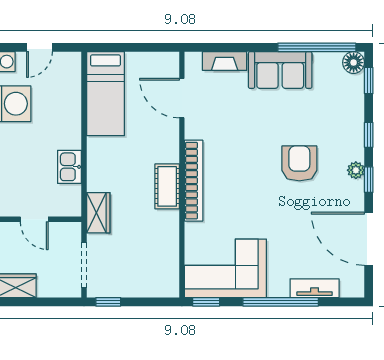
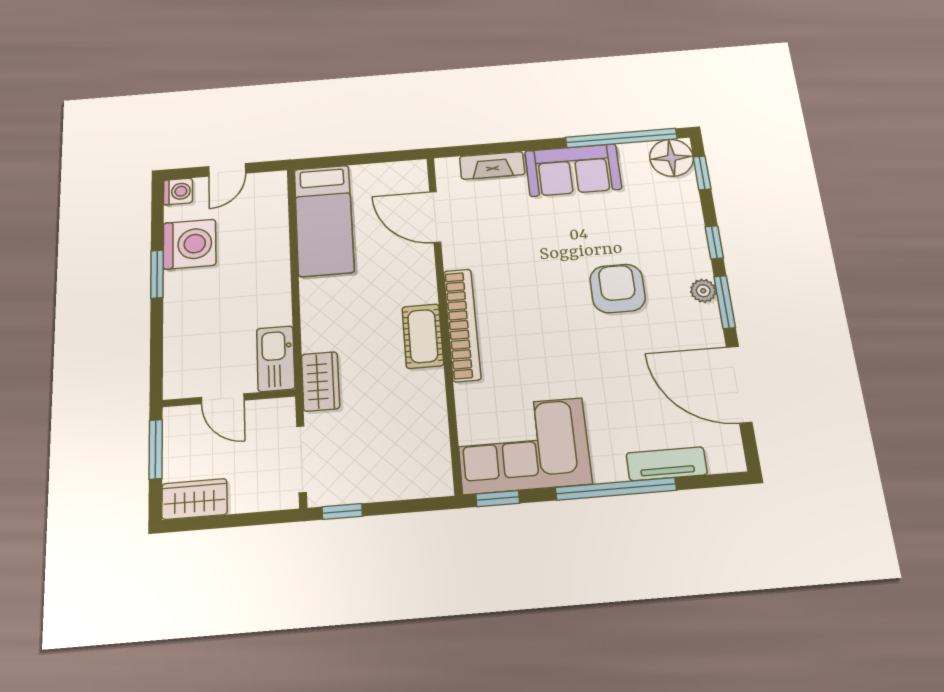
floor lamp: (354, 63) -> (671, 158), width x1.38, depth x1.38
kitchen sink: (69, 167) -> (276, 359), moved, width x1.38
window: (369, 180) -> (725, 302), width x1.50

